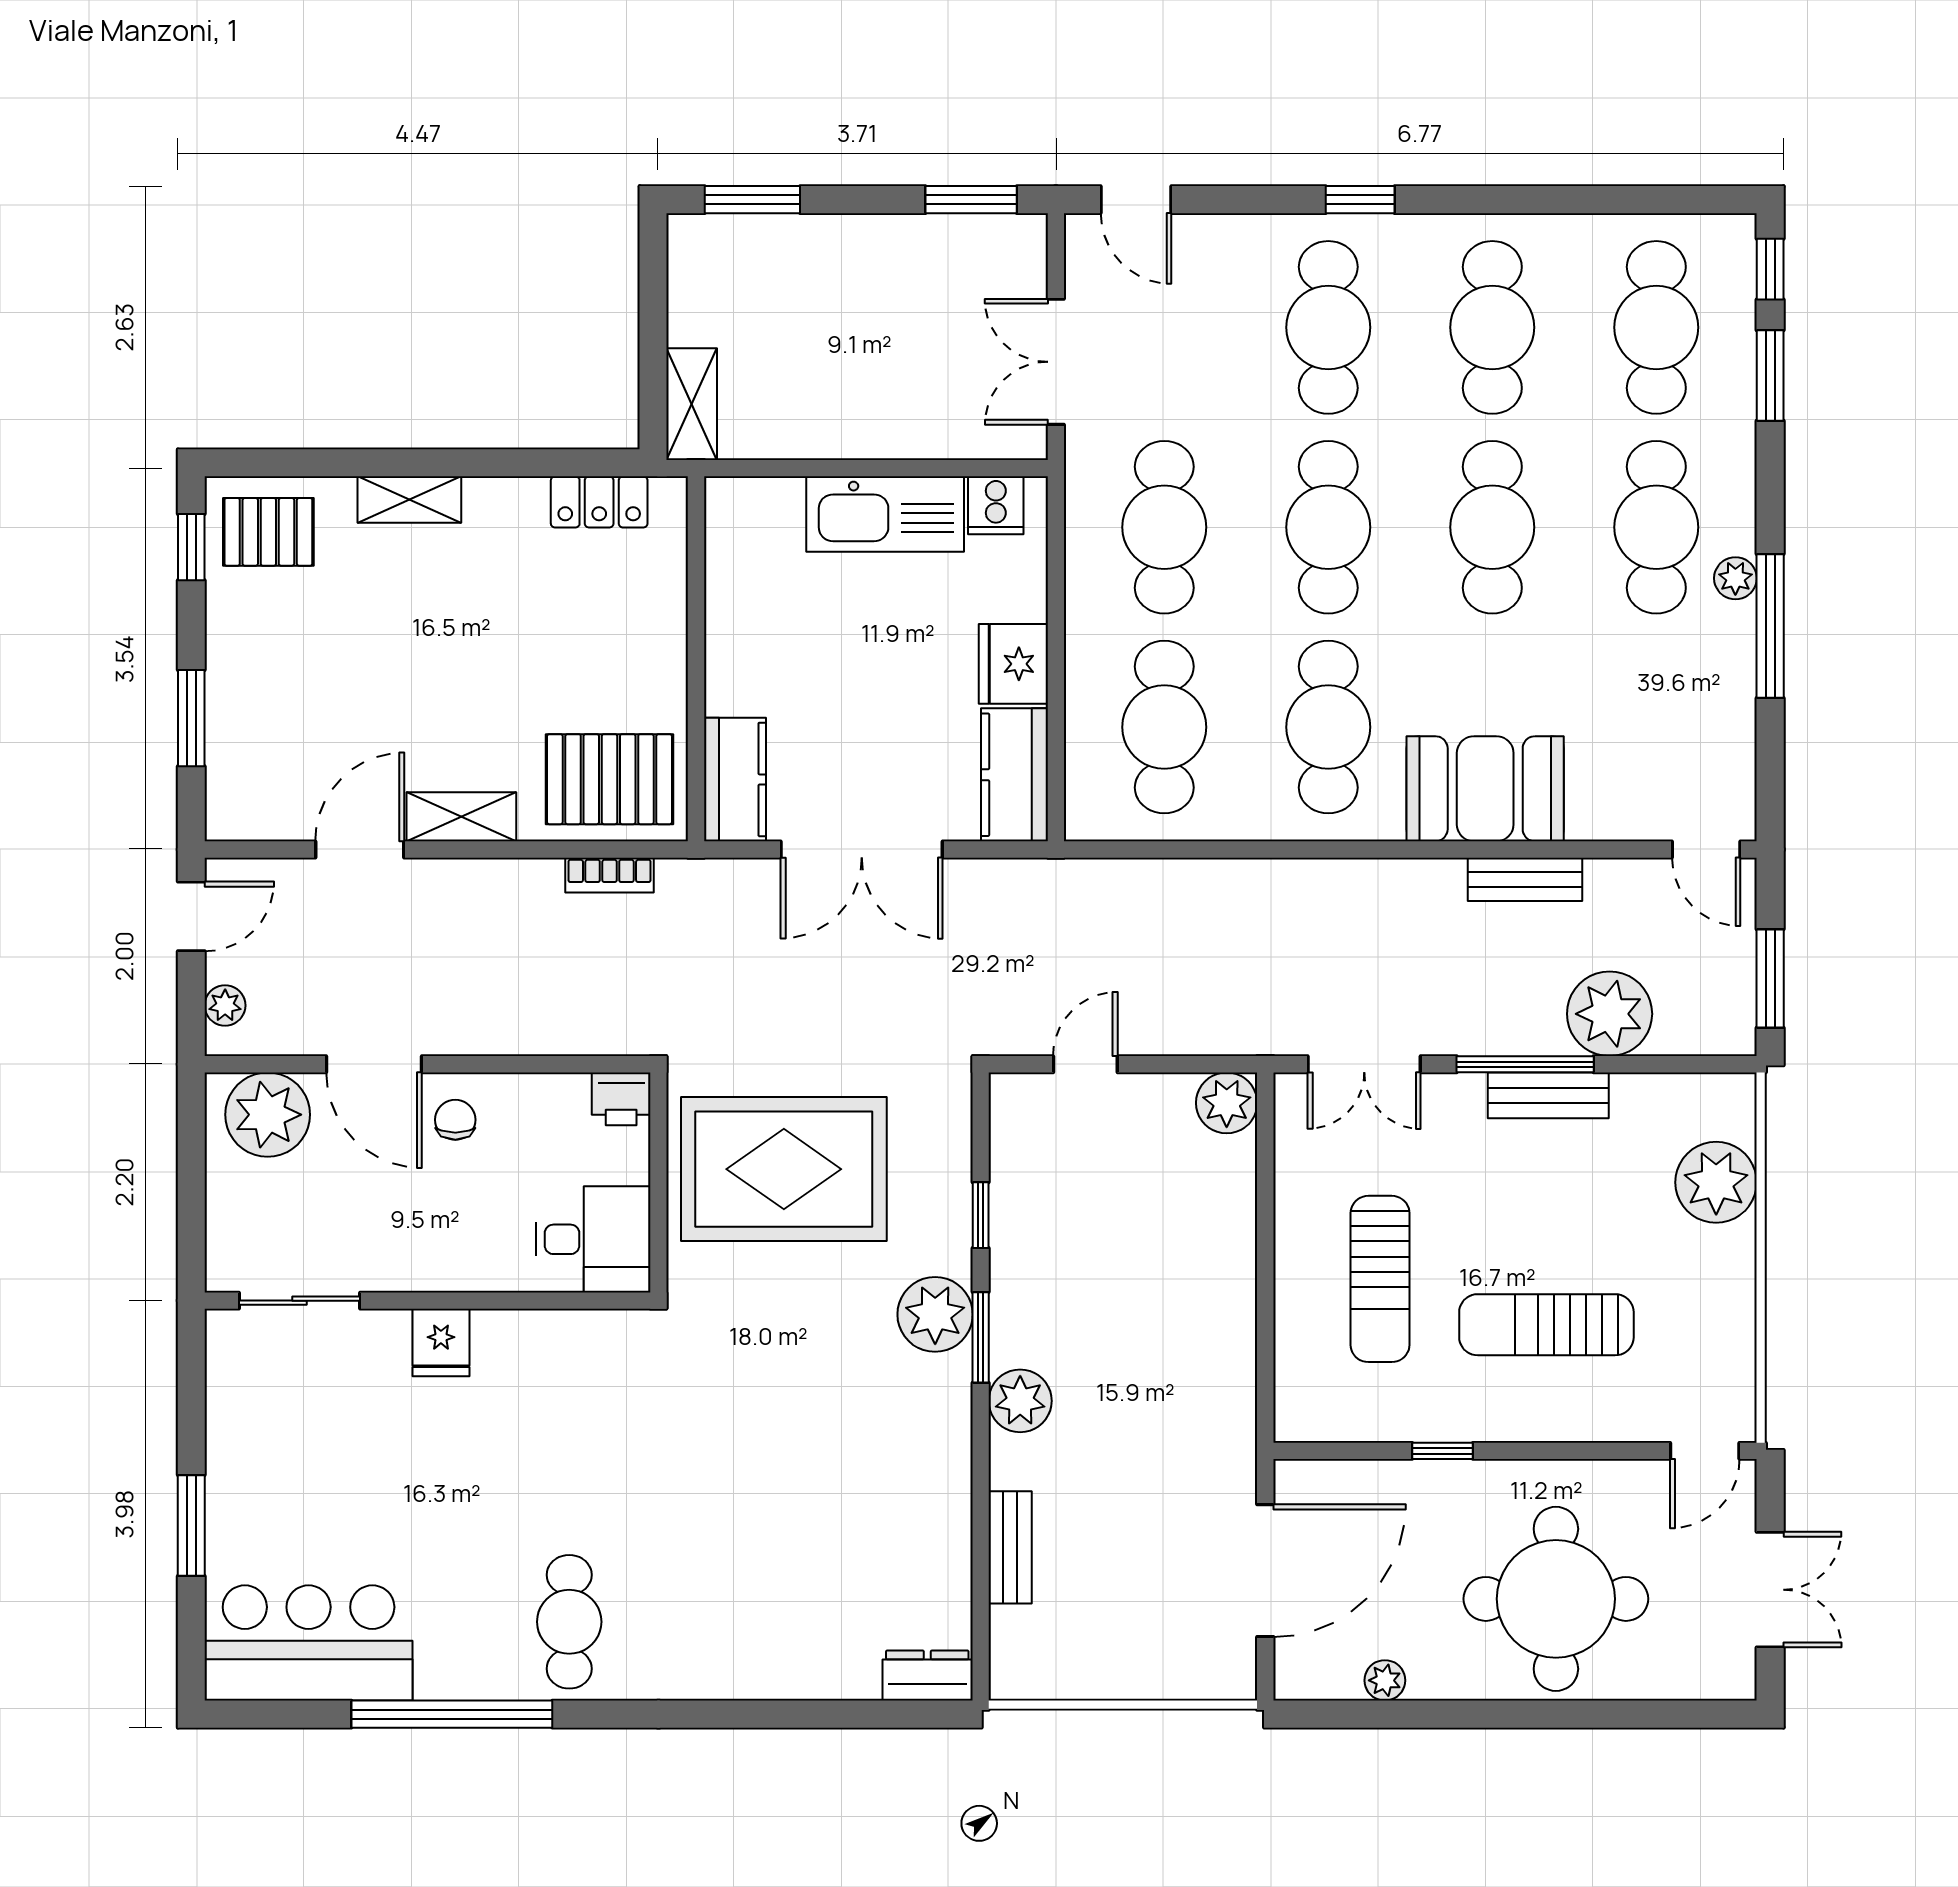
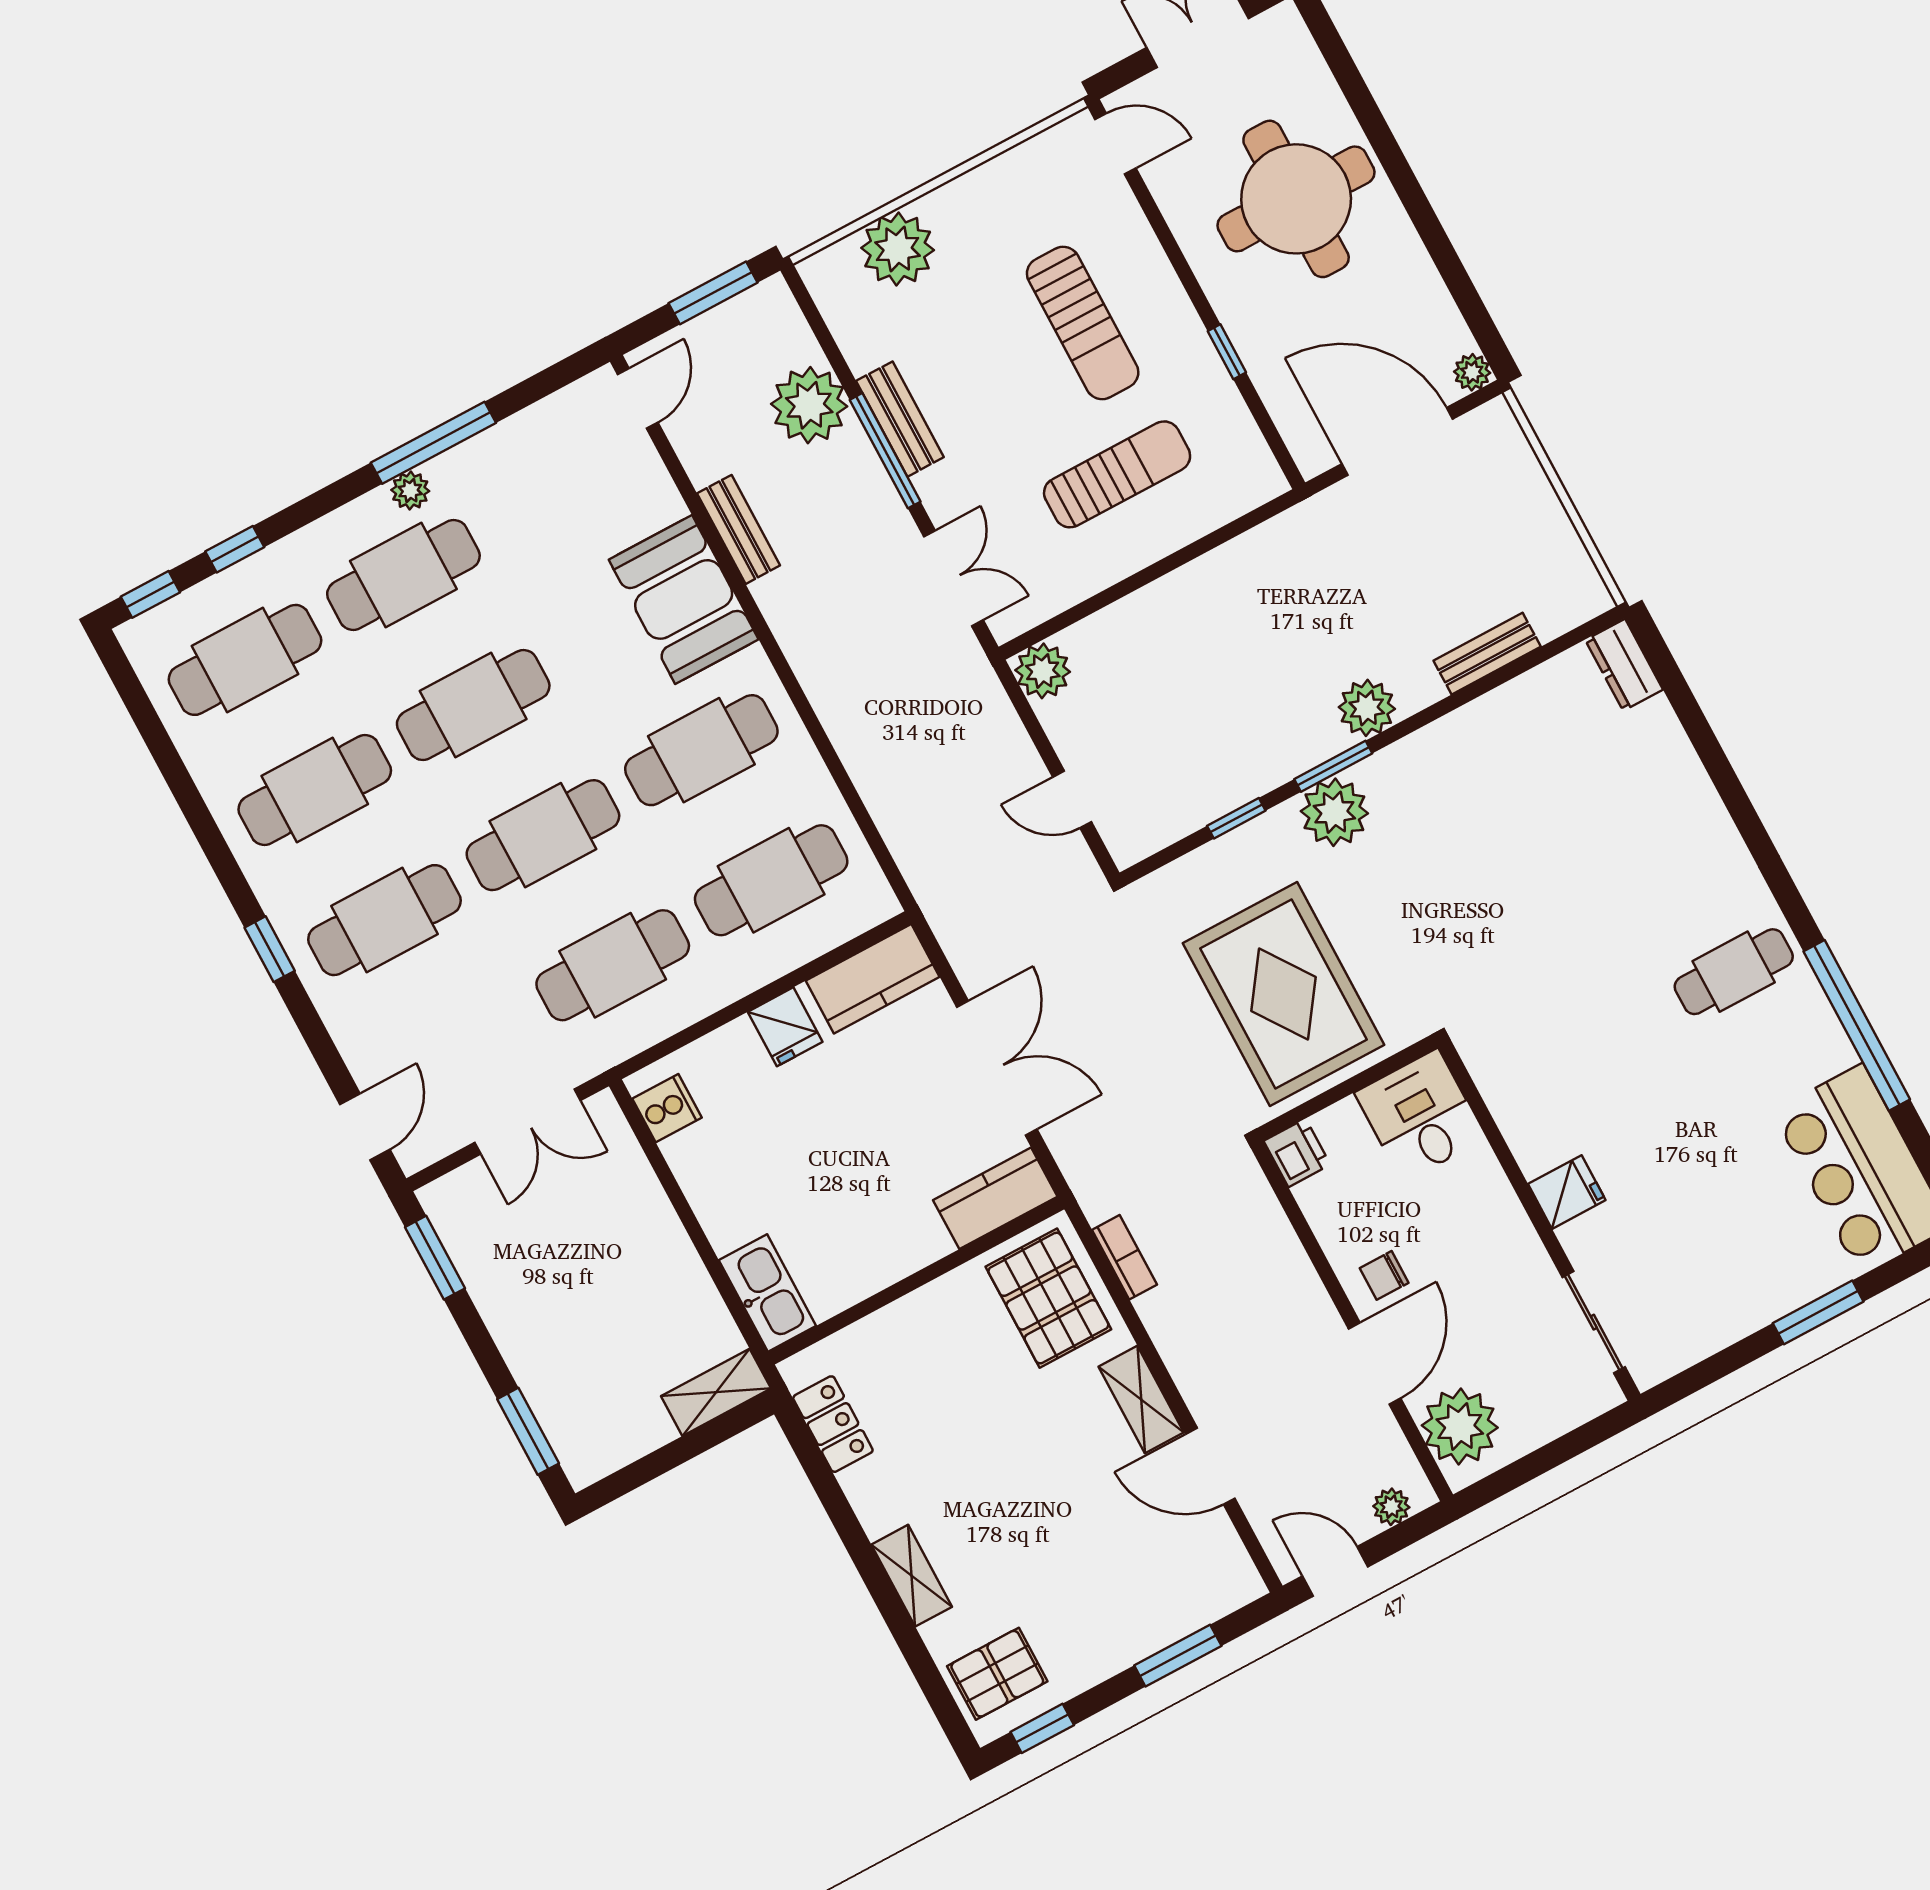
window: (1770, 376) -> (235, 549), width x0.67
kitchen sink: (885, 514) -> (767, 1293), moved, width x0.73, depth x0.81
pallet: (268, 532) -> (997, 1674), turned 90
fridge: (1013, 664) -> (785, 1027), width x0.72
plant: (1385, 1680) -> (1472, 372), moved

